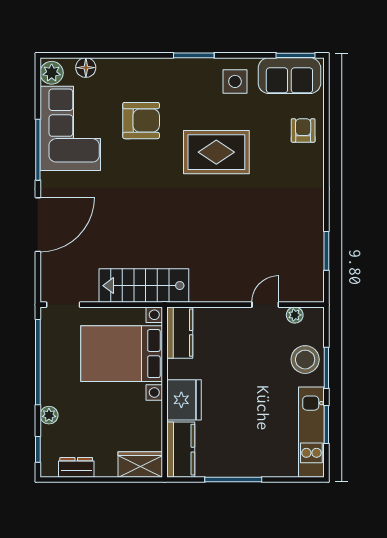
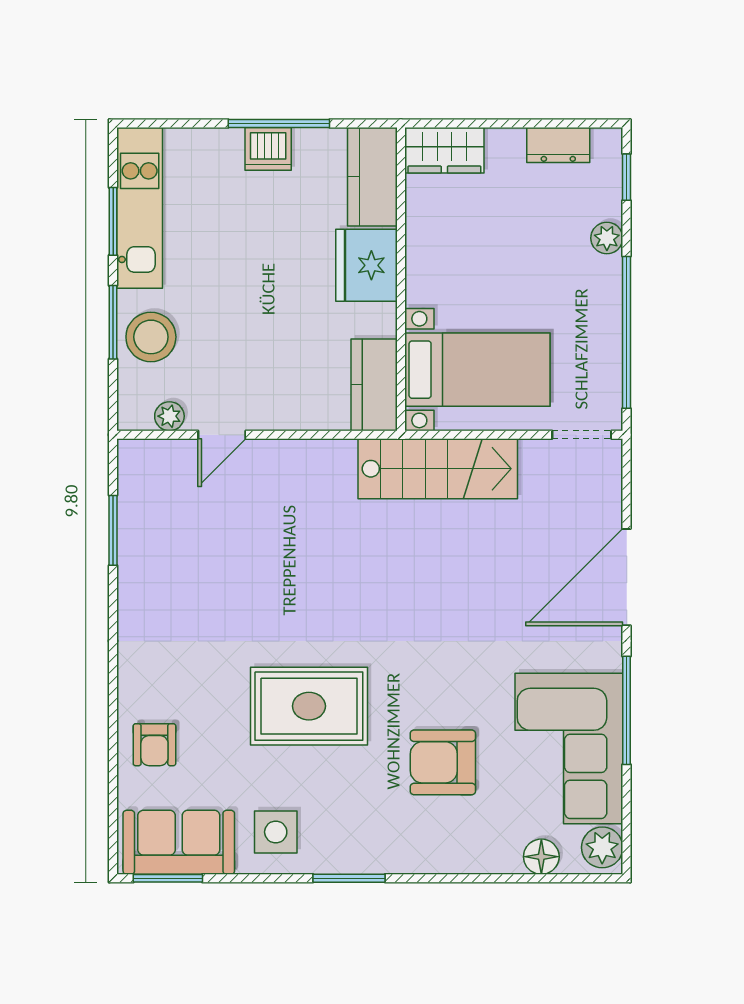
bed with nightstands: (122, 354) -> (477, 370), width x0.73
dishwasher: (239, 465) -> (268, 149), added

